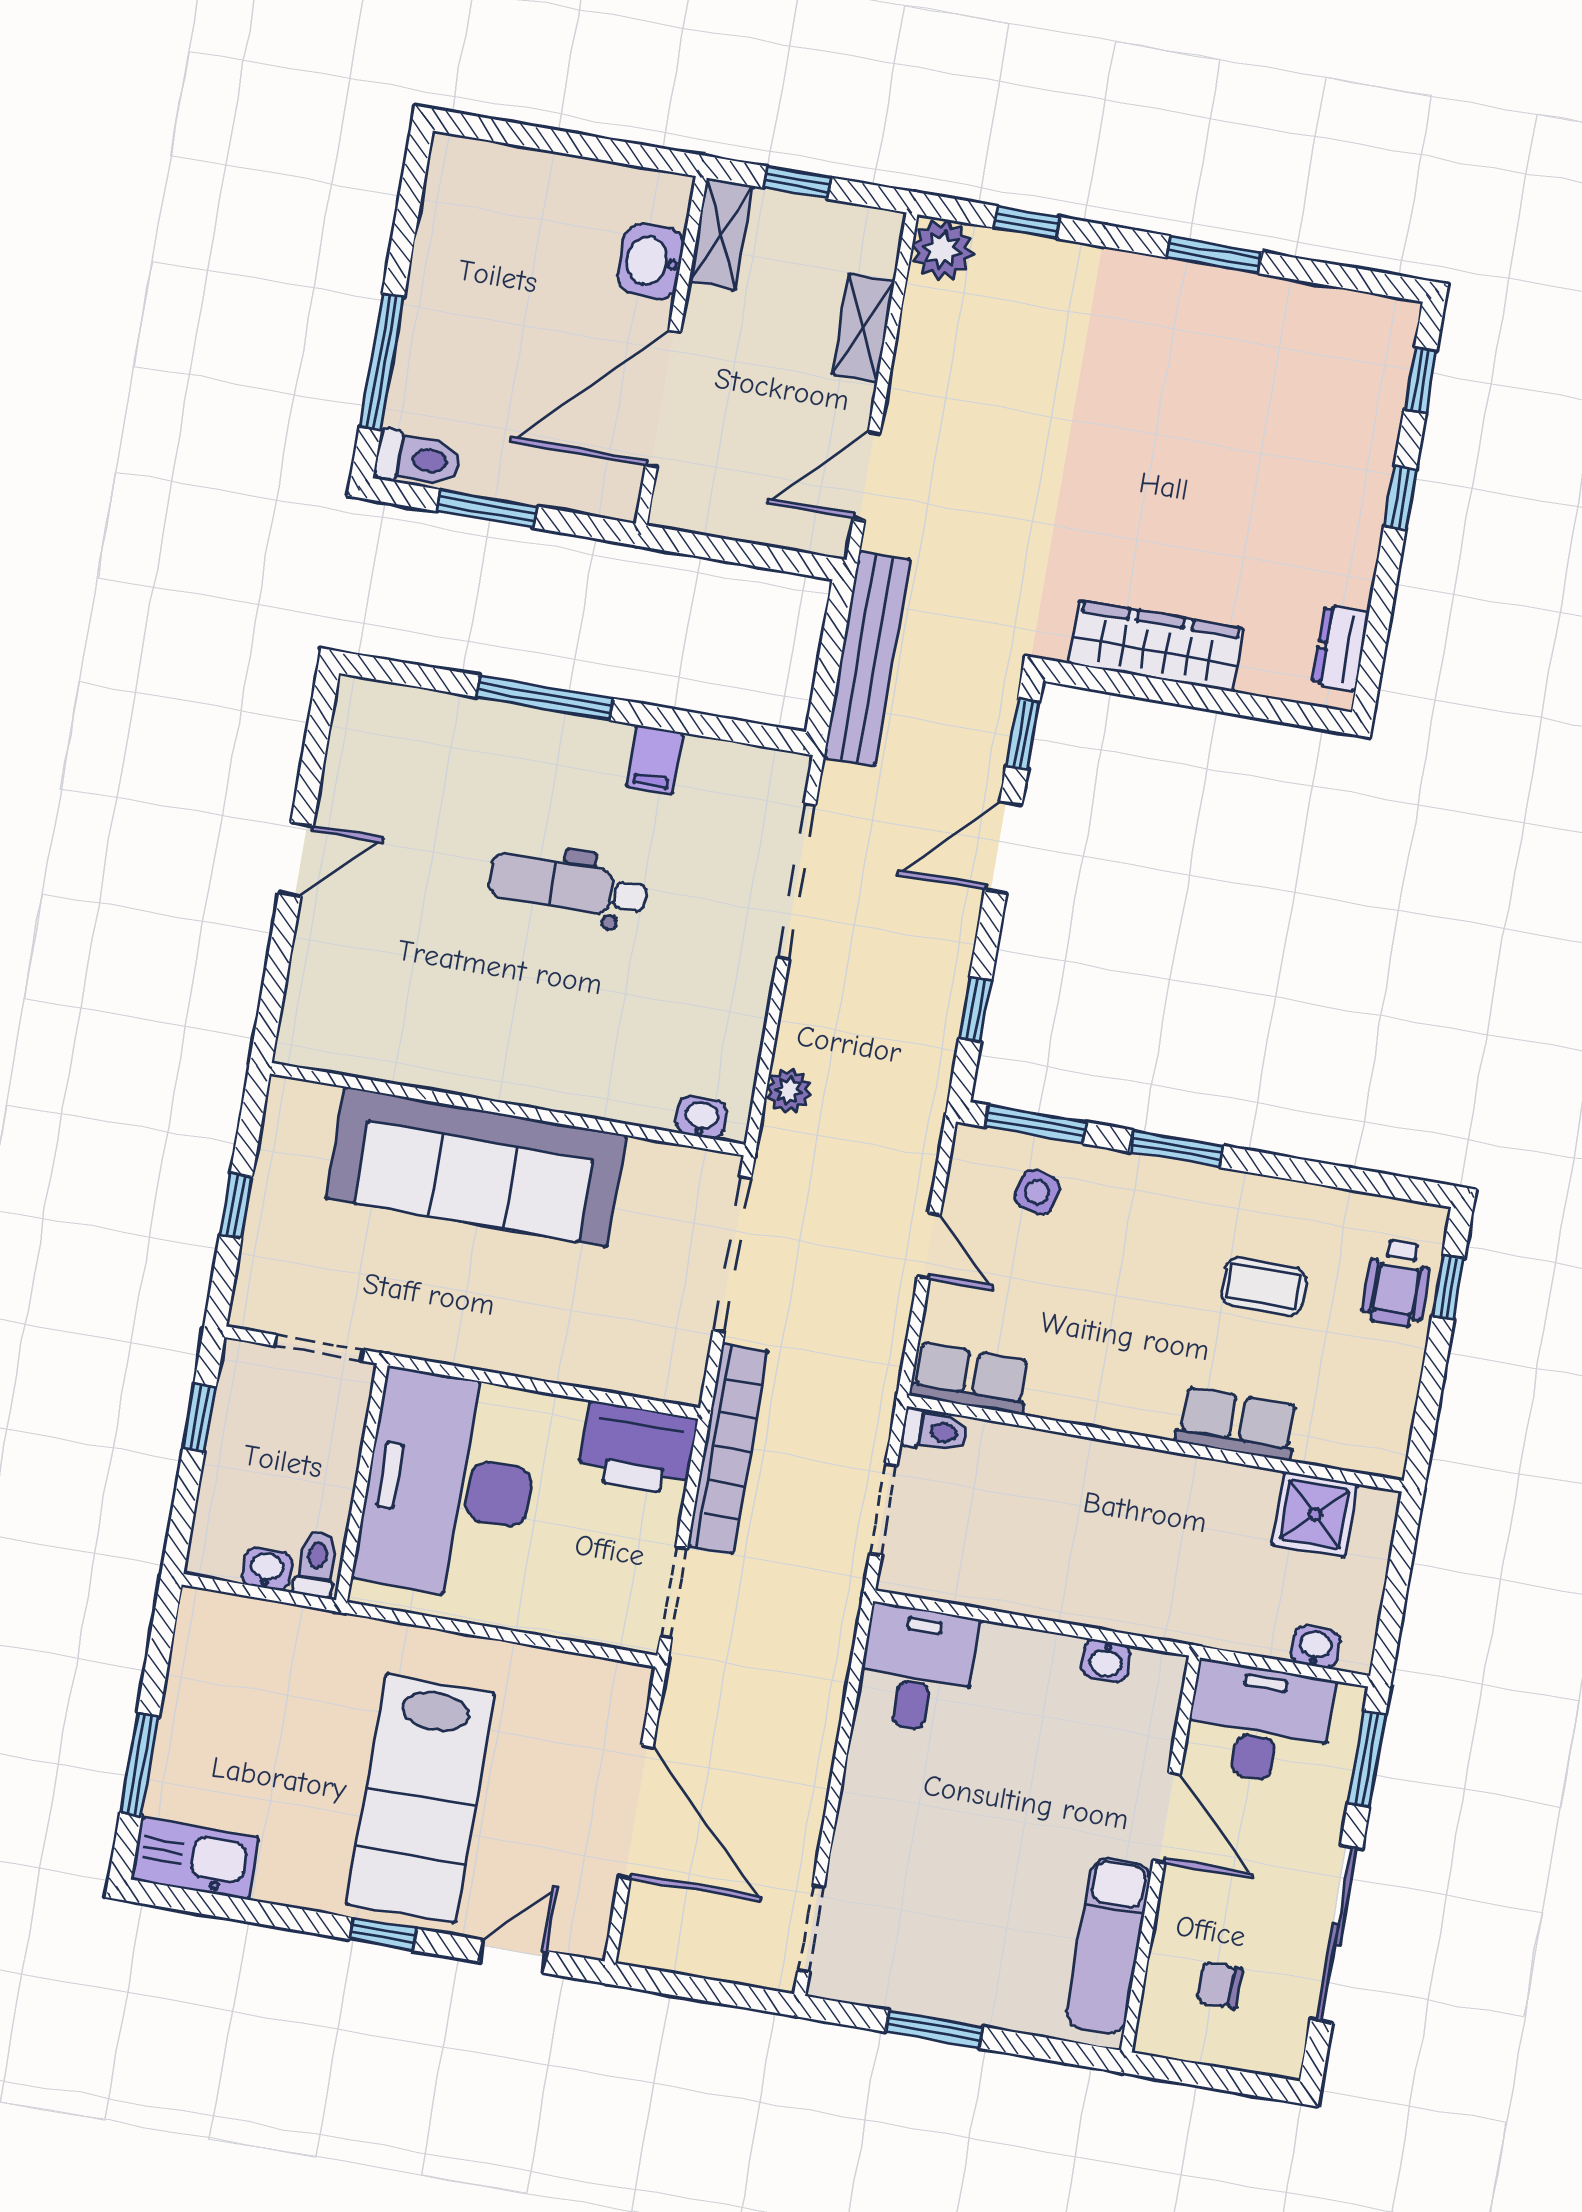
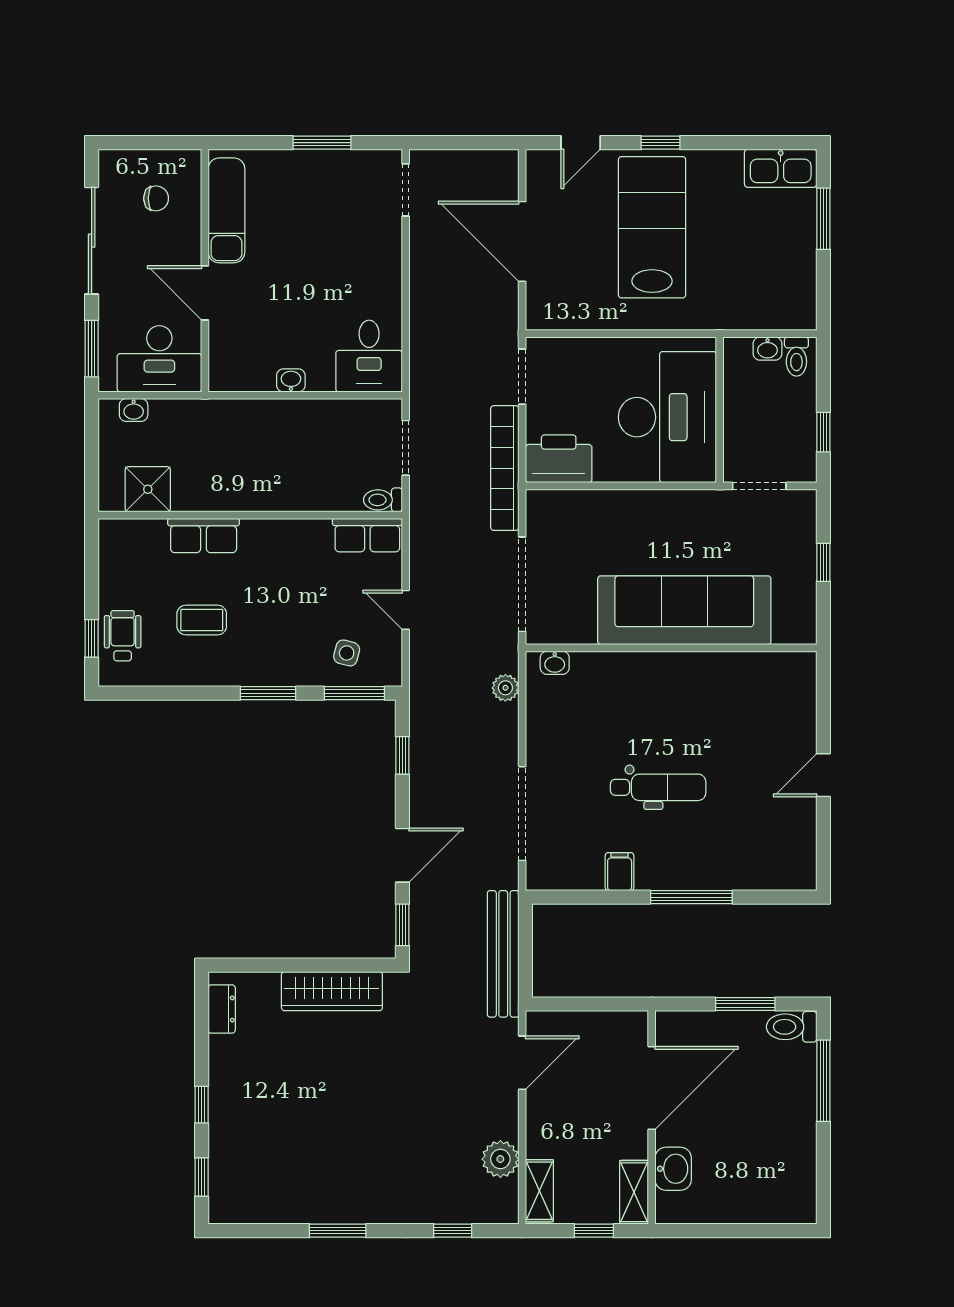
plant: (942, 250) -> (500, 1159), moved
shelving: (863, 328) -> (539, 1191), moved
toilet: (316, 1564) -> (796, 357), moved
washbasin: (1106, 1660) -> (291, 380), moved

